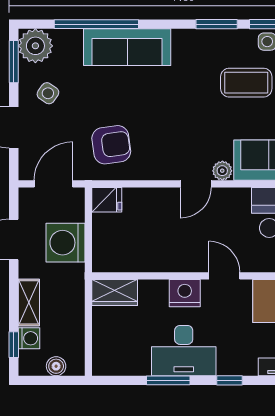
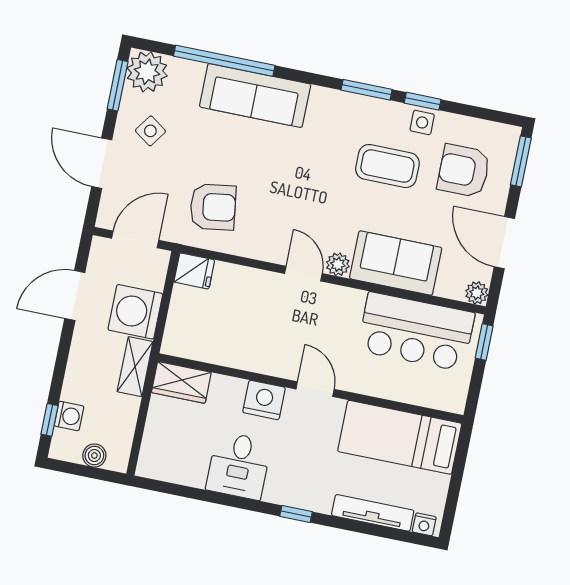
door: (196, 184) -> (303, 274), swing flipped
shelving: (29, 302) -> (135, 367), moved
desk: (184, 351) -> (239, 466), width x0.73
window: (168, 380) -> (224, 499), removed

